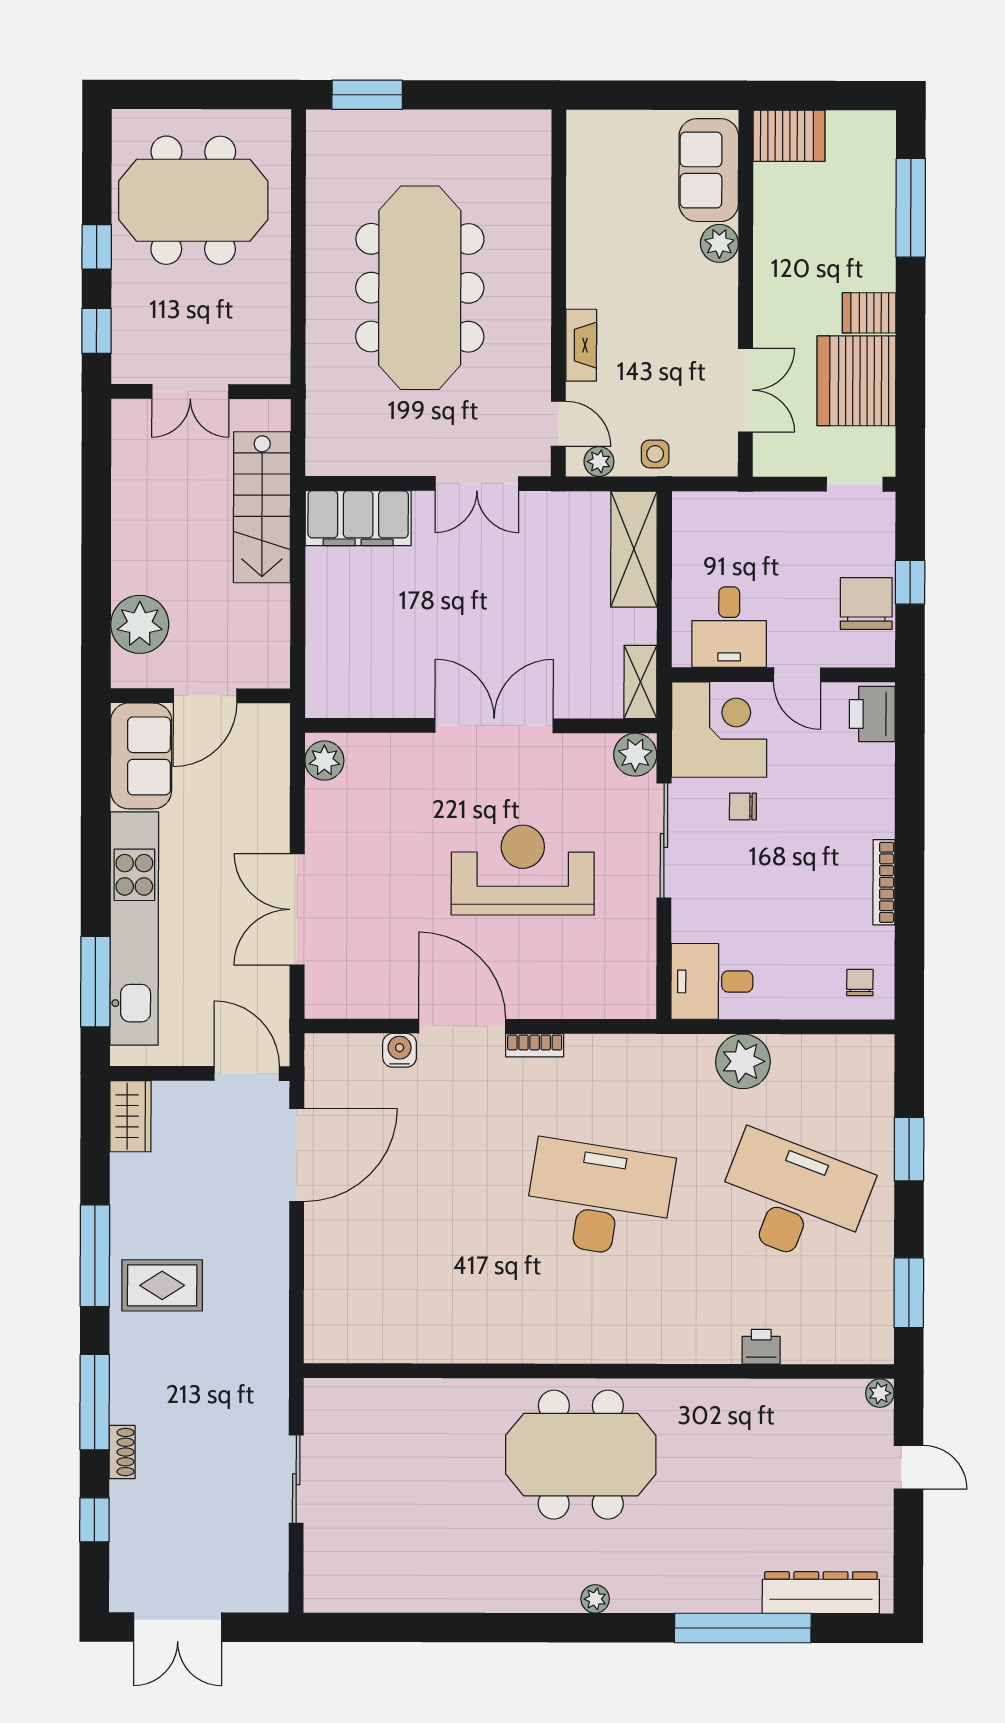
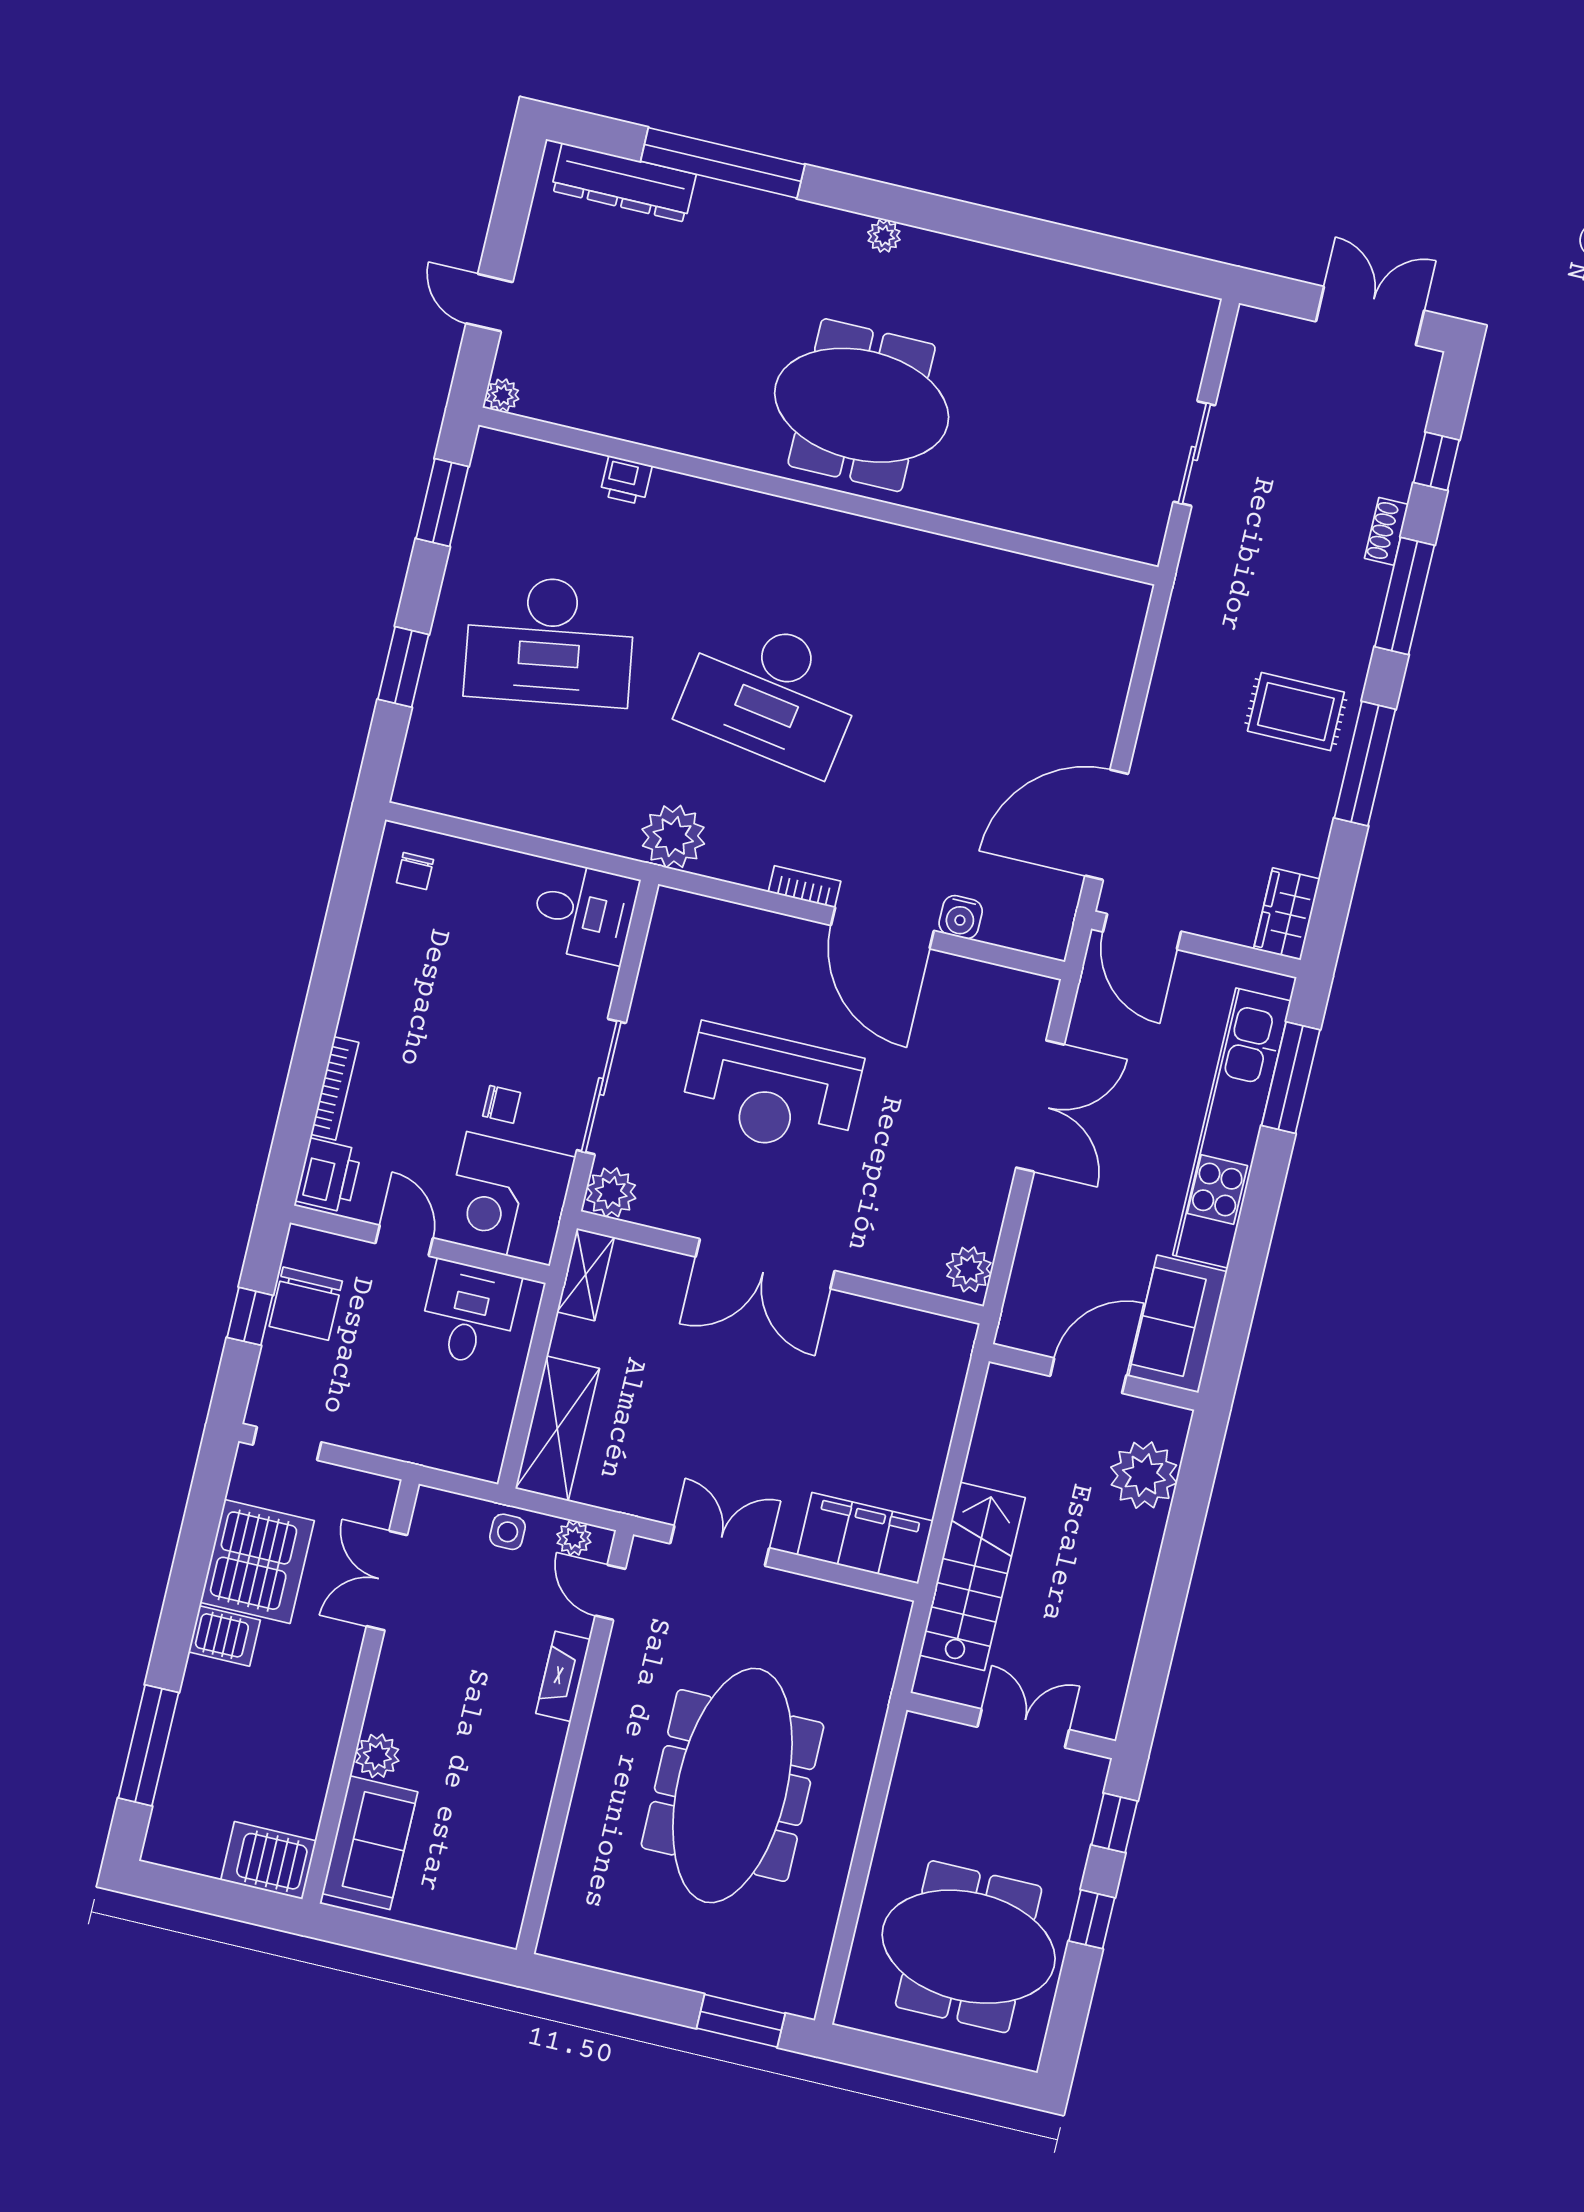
bookcase: (884, 882) -> (335, 1088), moved
plant: (743, 1061) -> (673, 837), moved
desk: (793, 1199) -> (550, 641), turned -30

